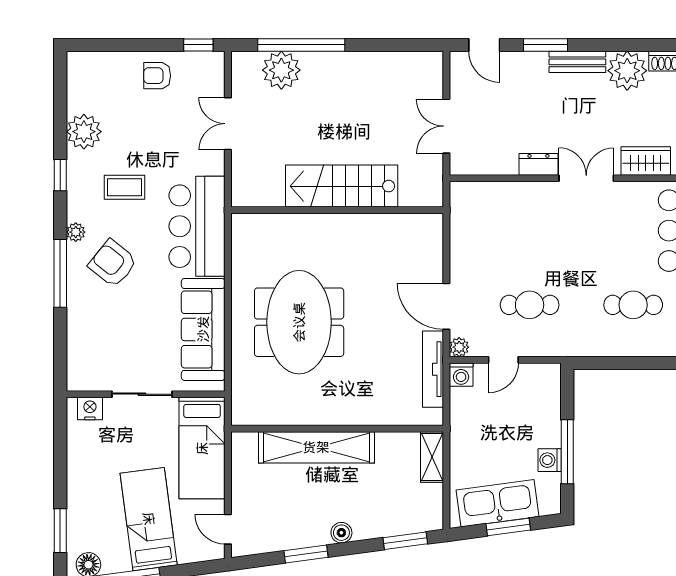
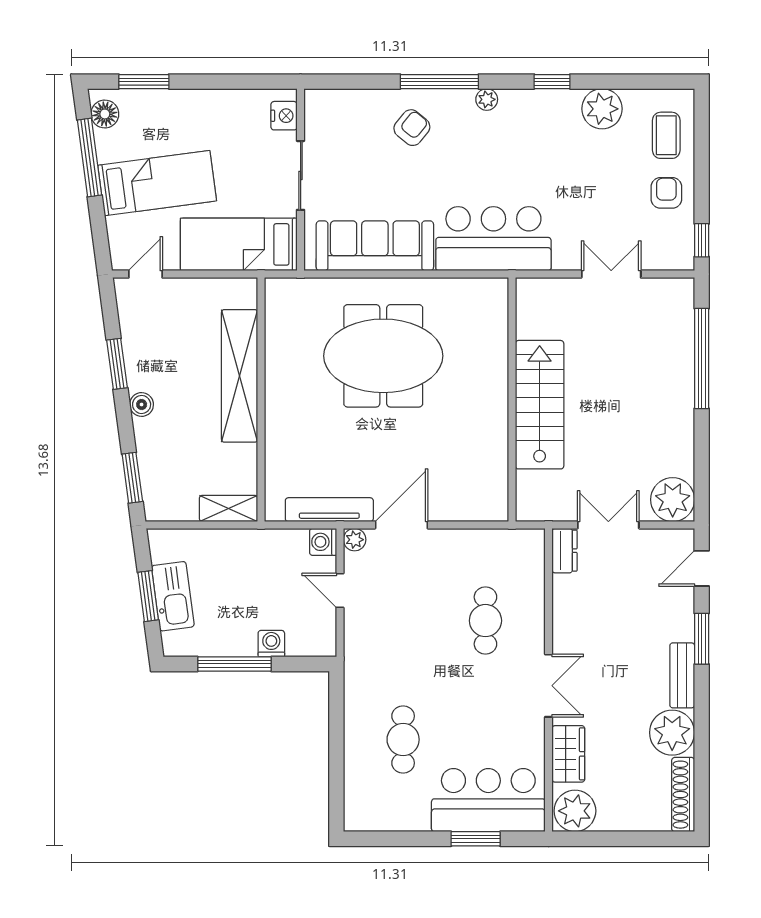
plant: (281, 70) -> (673, 500), moved
dresser: (538, 164) -> (564, 551), moved
coffee table: (124, 187) -> (666, 135), moved
armchair: (113, 263) -> (412, 128), moved, width x0.72, depth x0.72
cafe table: (530, 305) -> (485, 621), moved
washing machine: (550, 460) -> (271, 644), moved
kitchen sink: (498, 503) -> (173, 596), width x0.73, depth x0.81

